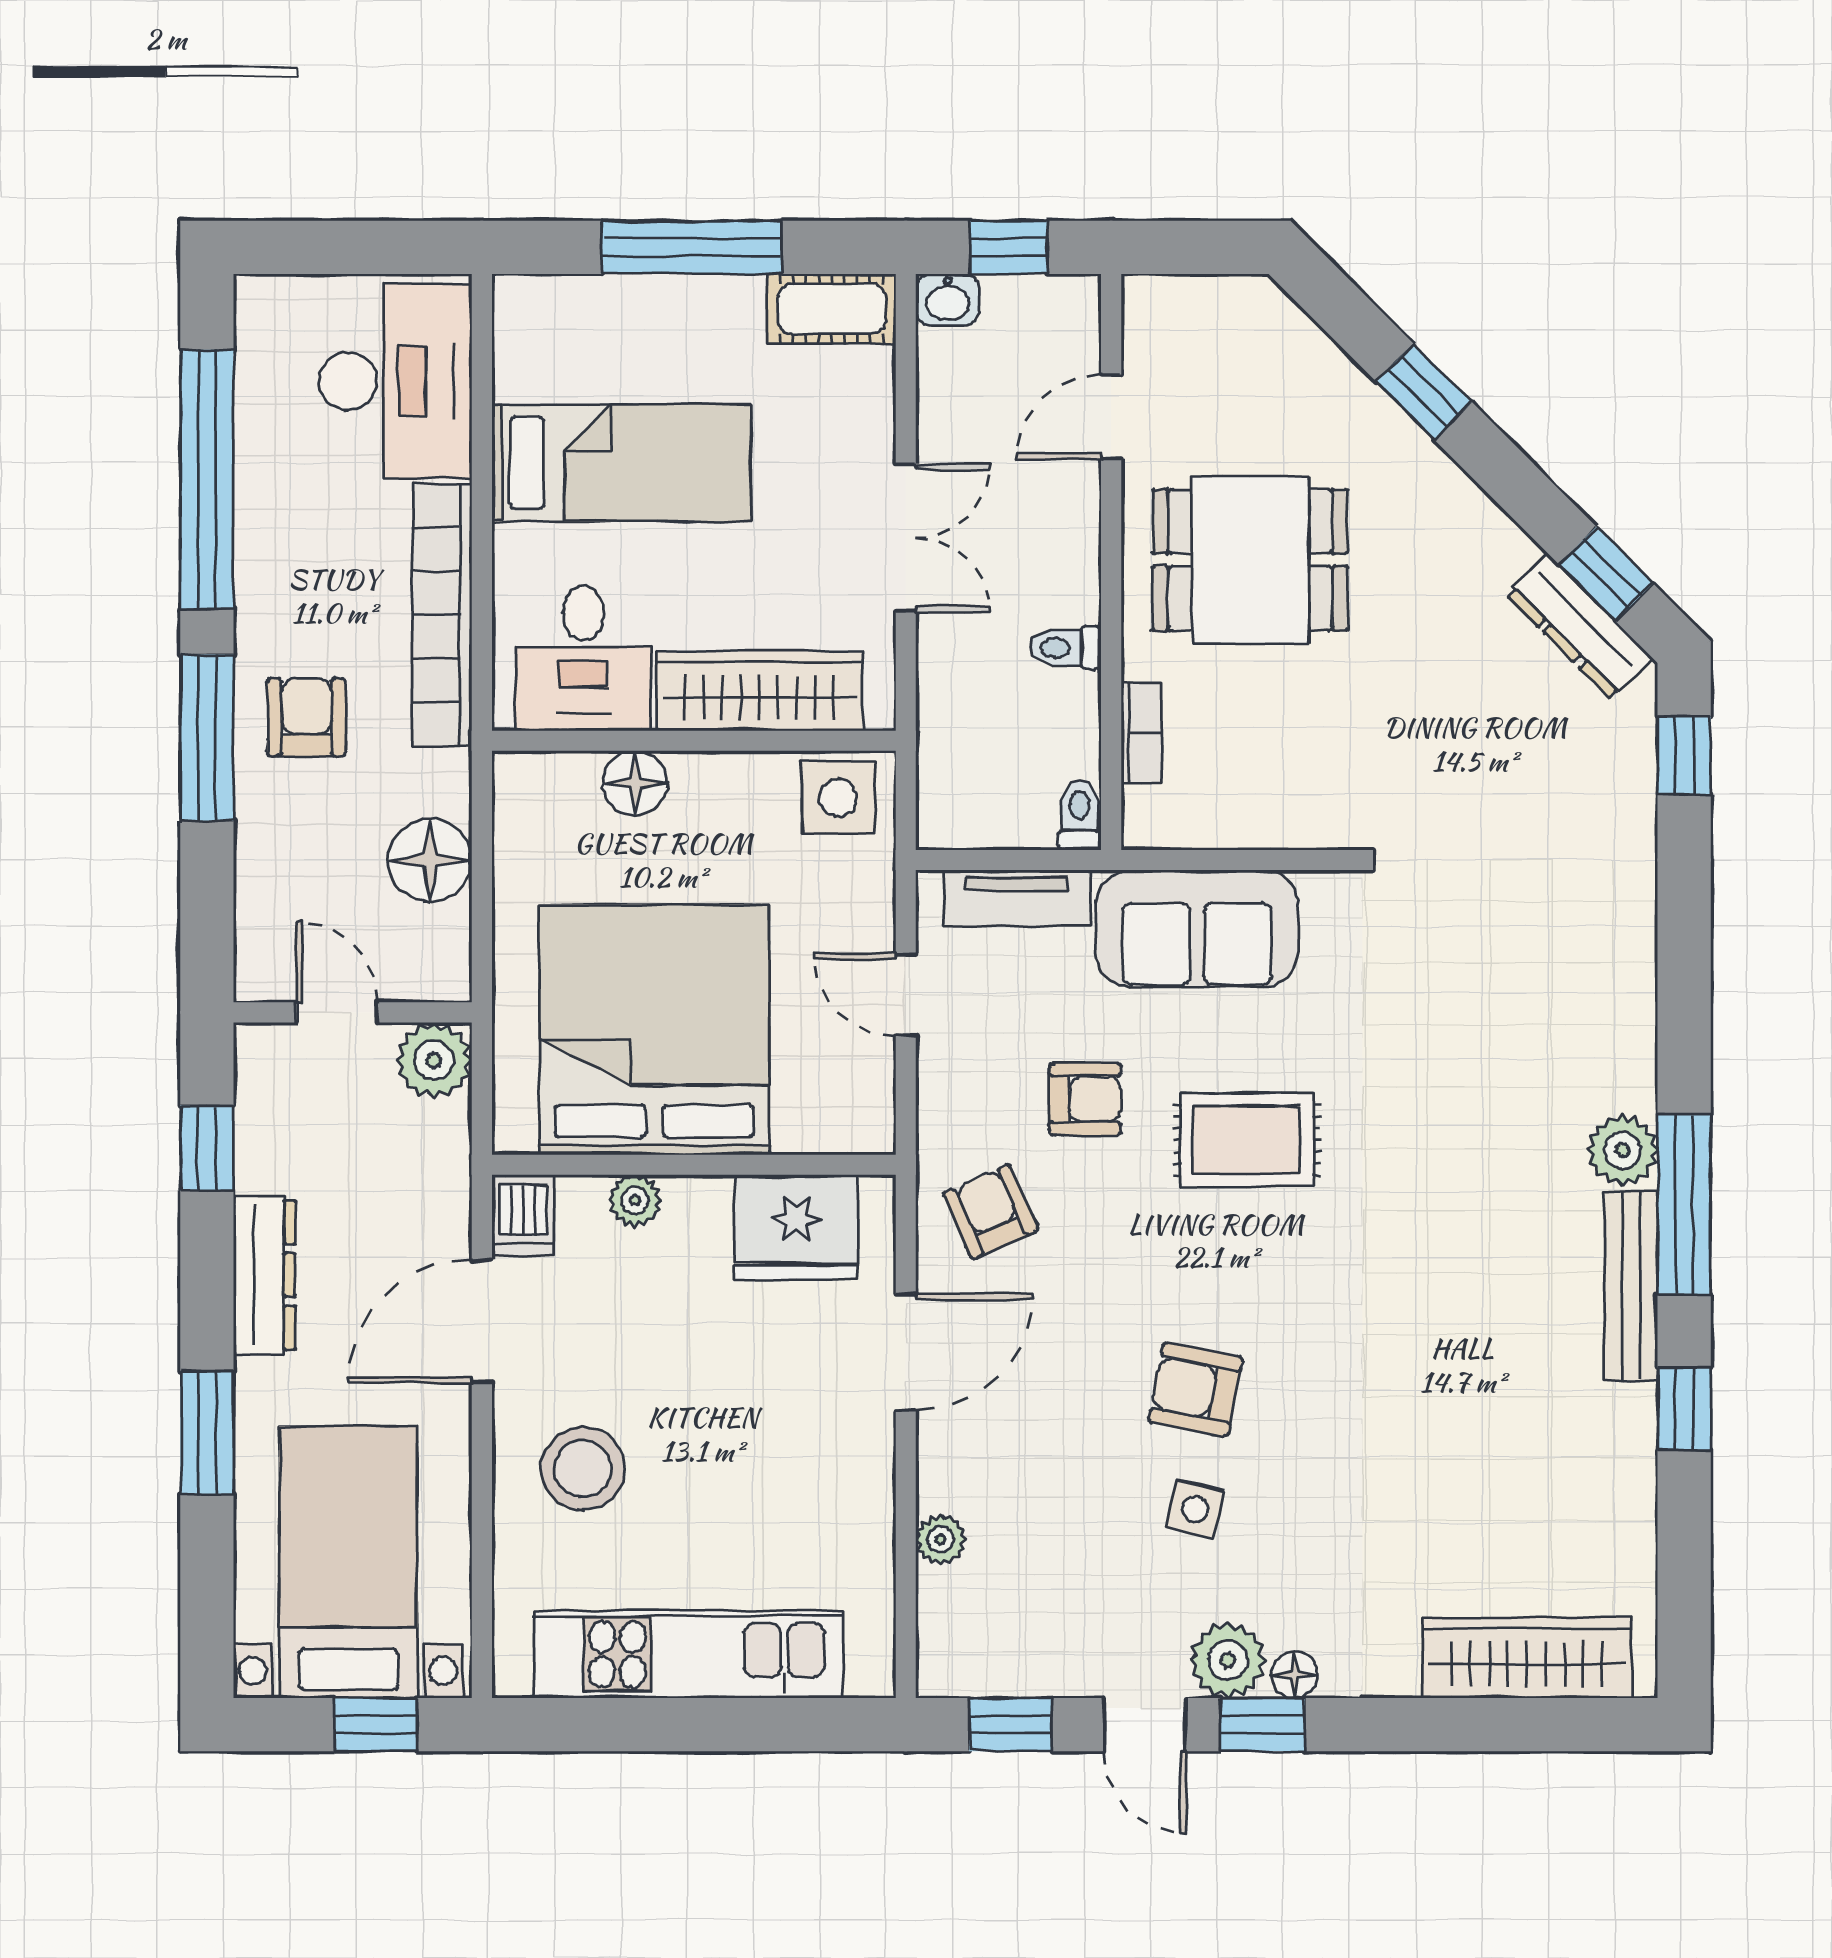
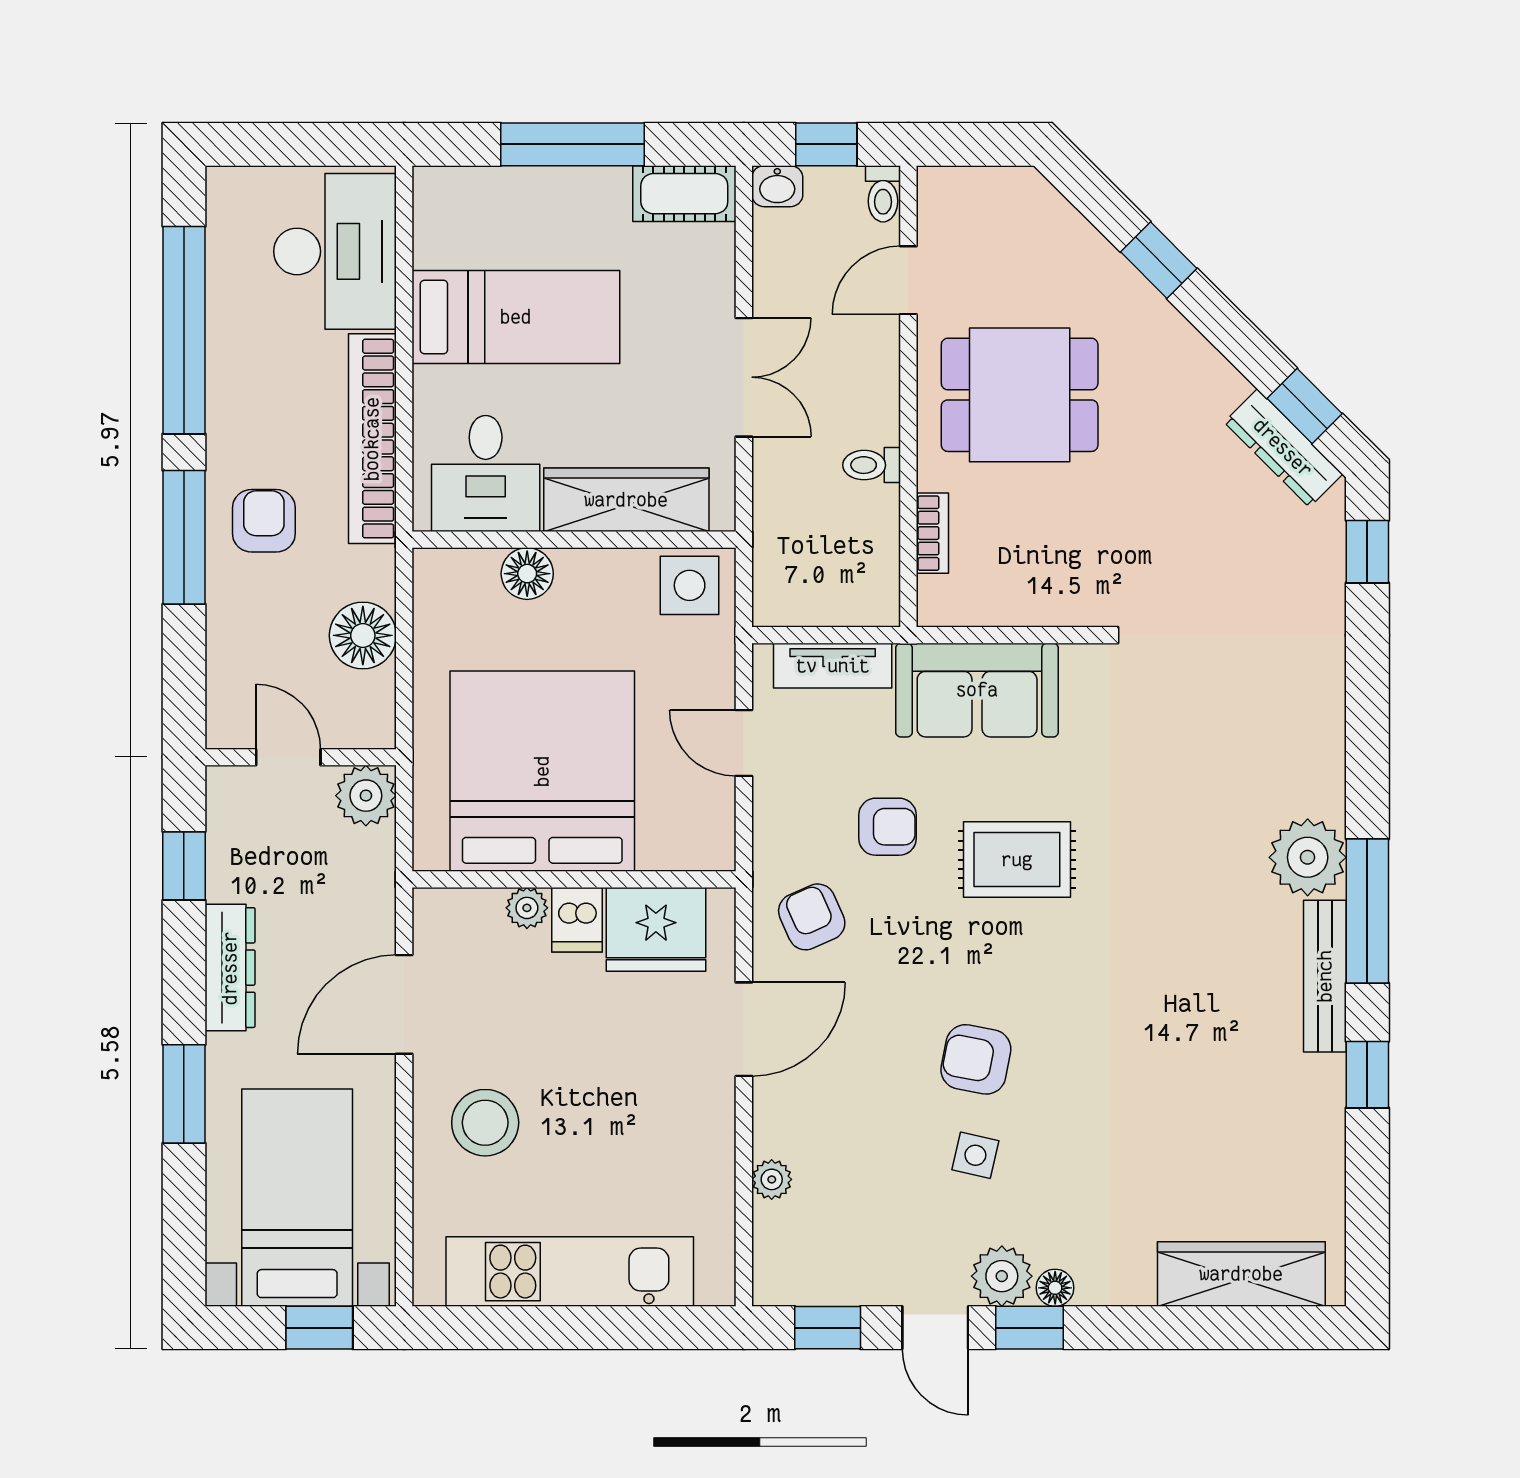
toilet: (1080, 815) -> (883, 194), moved, turned 180
plant: (1622, 1150) -> (1308, 857), width x1.36, depth x1.36
dishwasher: (523, 1215) -> (577, 920), moved

